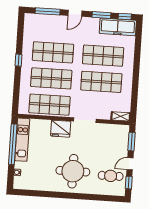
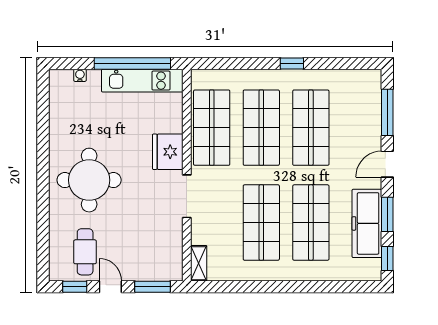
door: (75, 13) -> (387, 164), hinge flipped
freezer: (118, 27) -> (367, 223), moved

